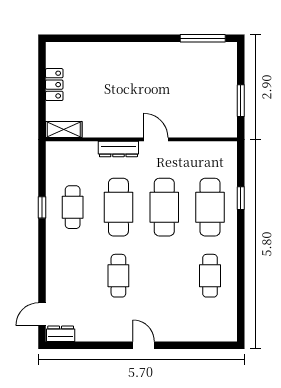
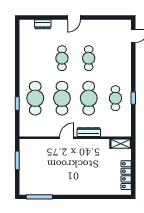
locker: (54, 85) -> (126, 175), width x1.53
door: (156, 139) -> (67, 138), swing flipped
cafe table: (210, 276) -> (62, 58), moved
dresser: (61, 334) -> (43, 24), moved
door: (144, 345) -> (74, 18), hinge flipped

